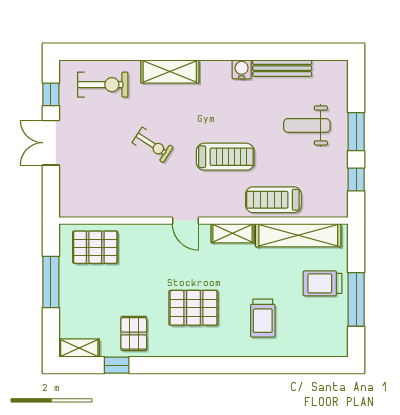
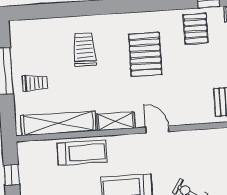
trolley: (322, 283) -> (35, 83), width x0.73, depth x0.72
pallet: (193, 308) -> (145, 54), turned 90

